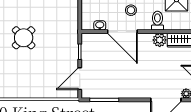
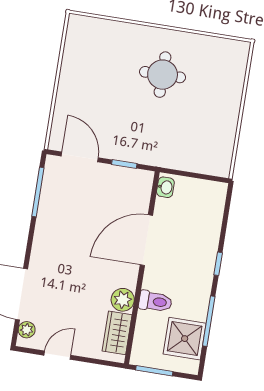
stool: (131, 10) -> (180, 260), removed
washbasin: (100, 25) -> (165, 187), moved
round table: (24, 38) -> (163, 75), turned 45

